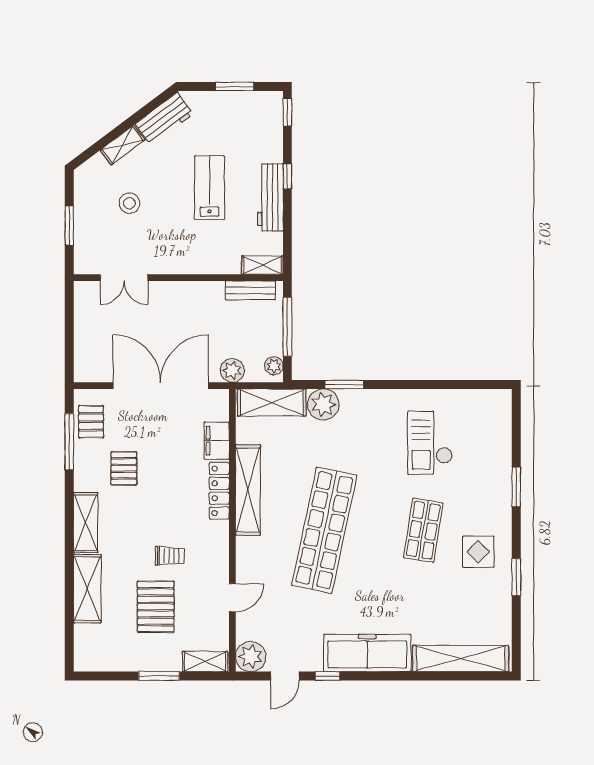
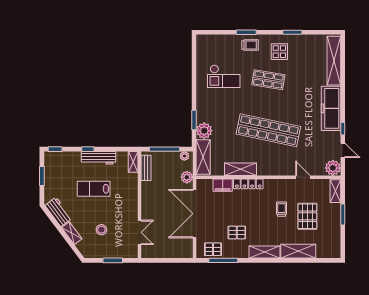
shelving: (248, 490) -> (240, 169), width x0.68
trolley: (491, 494) -> (250, 45), added
pallet: (156, 607) -> (307, 216), turned 90

